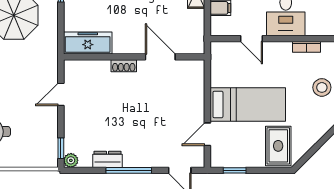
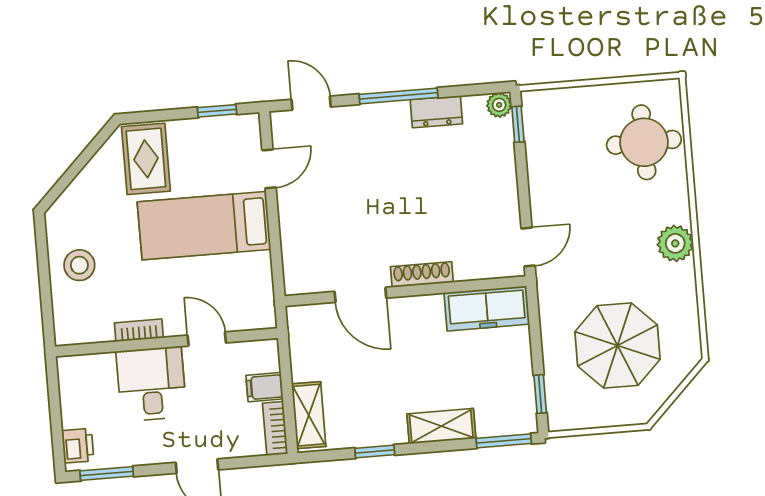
bookcase: (306, 47) -> (139, 330), moved
shoe rack: (124, 66) -> (422, 275), width x1.43
door: (61, 94) -> (528, 247), moved

